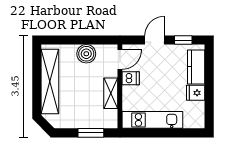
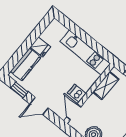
door: (120, 60) -> (74, 112), hinge flipped
shelving: (111, 93) -> (106, 85), moved

